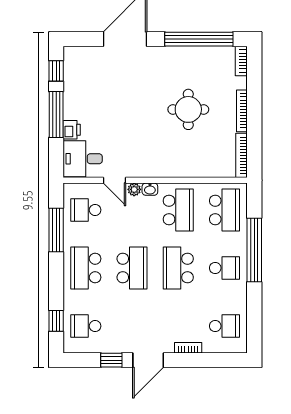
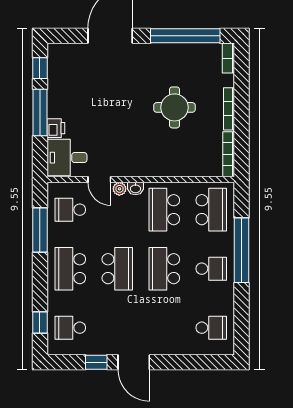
school desk: (178, 210) -> (164, 210), turned 180
bookcase: (188, 348) -> (174, 350), removed
door: (148, 360) -> (134, 362), hinge flipped

